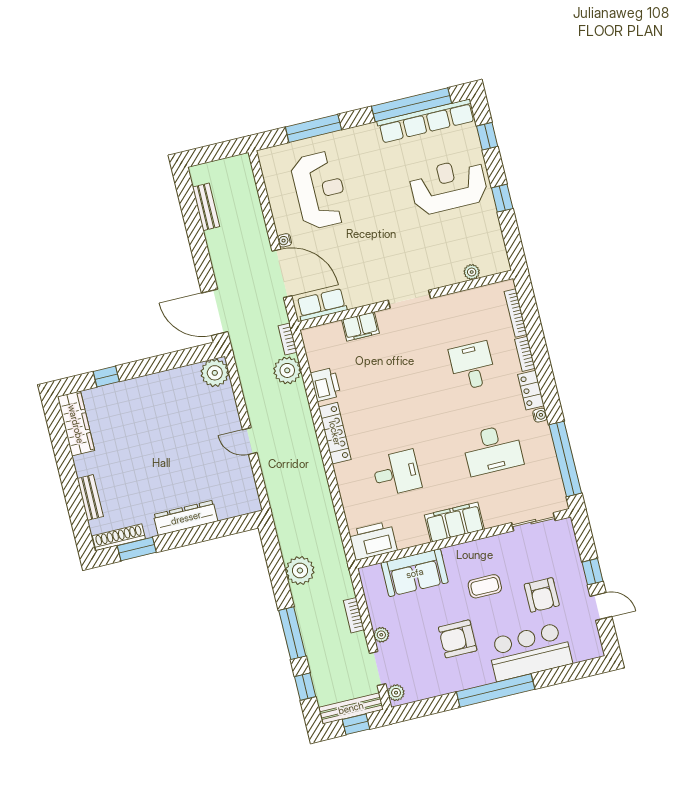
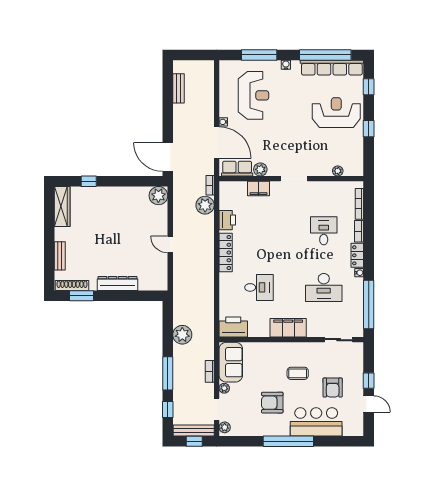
water cooler: (357, 133) -> (286, 65), added
plant: (356, 298) -> (260, 169), added
sofa: (415, 573) -> (231, 362), moved, turned -90

